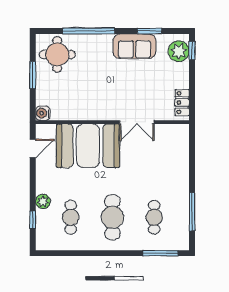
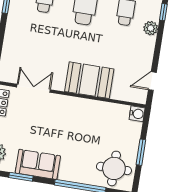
double door: (137, 122) -> (33, 88), moved
booth: (88, 146) -> (89, 80), width x0.73, depth x0.70

